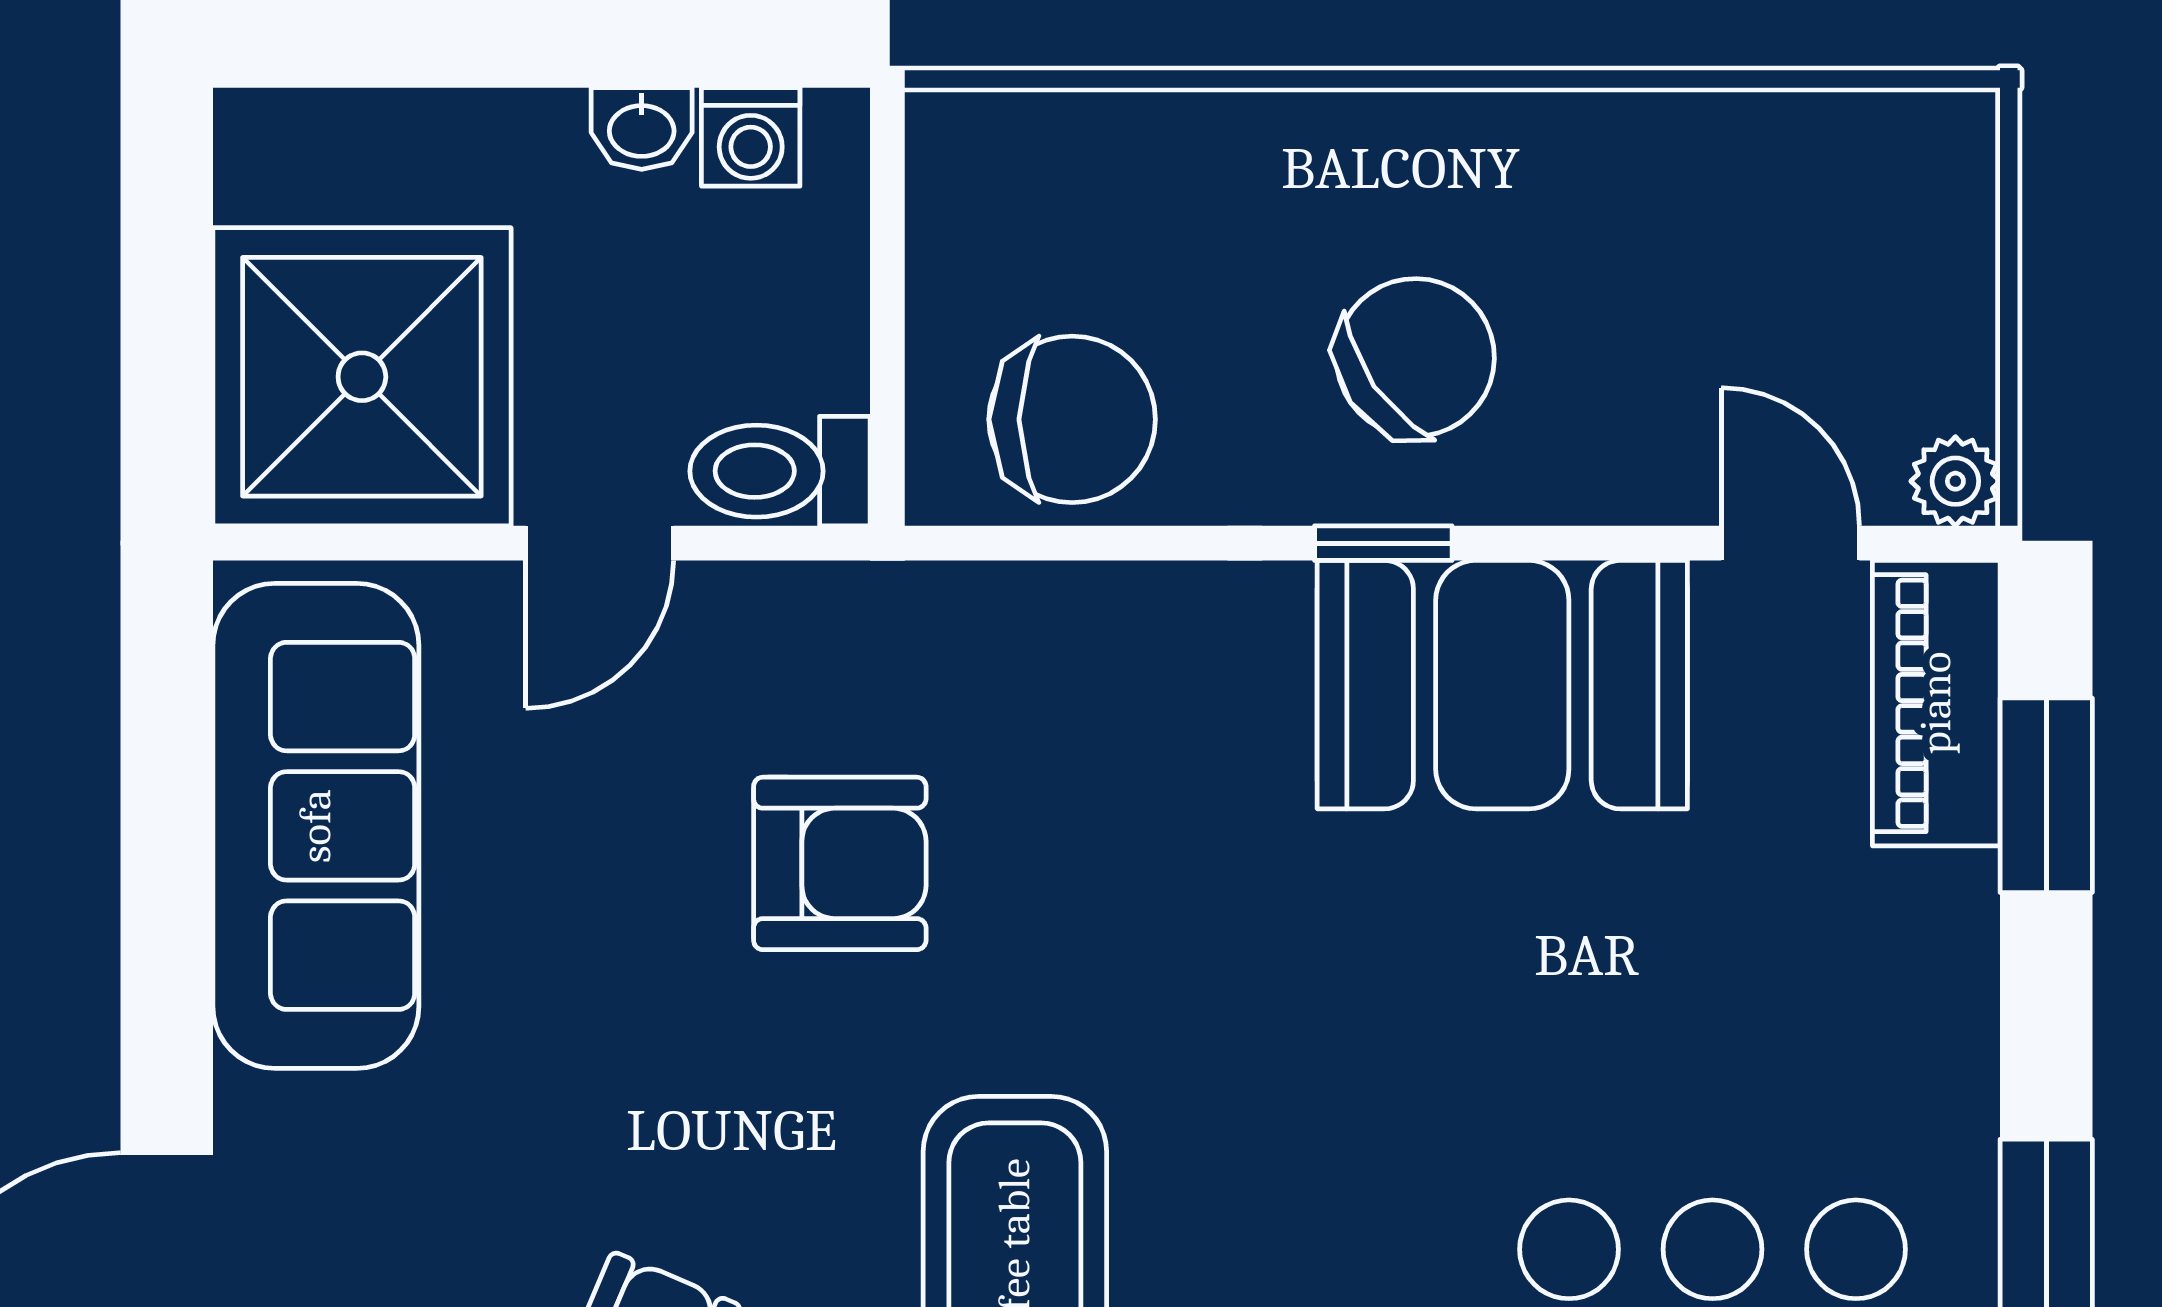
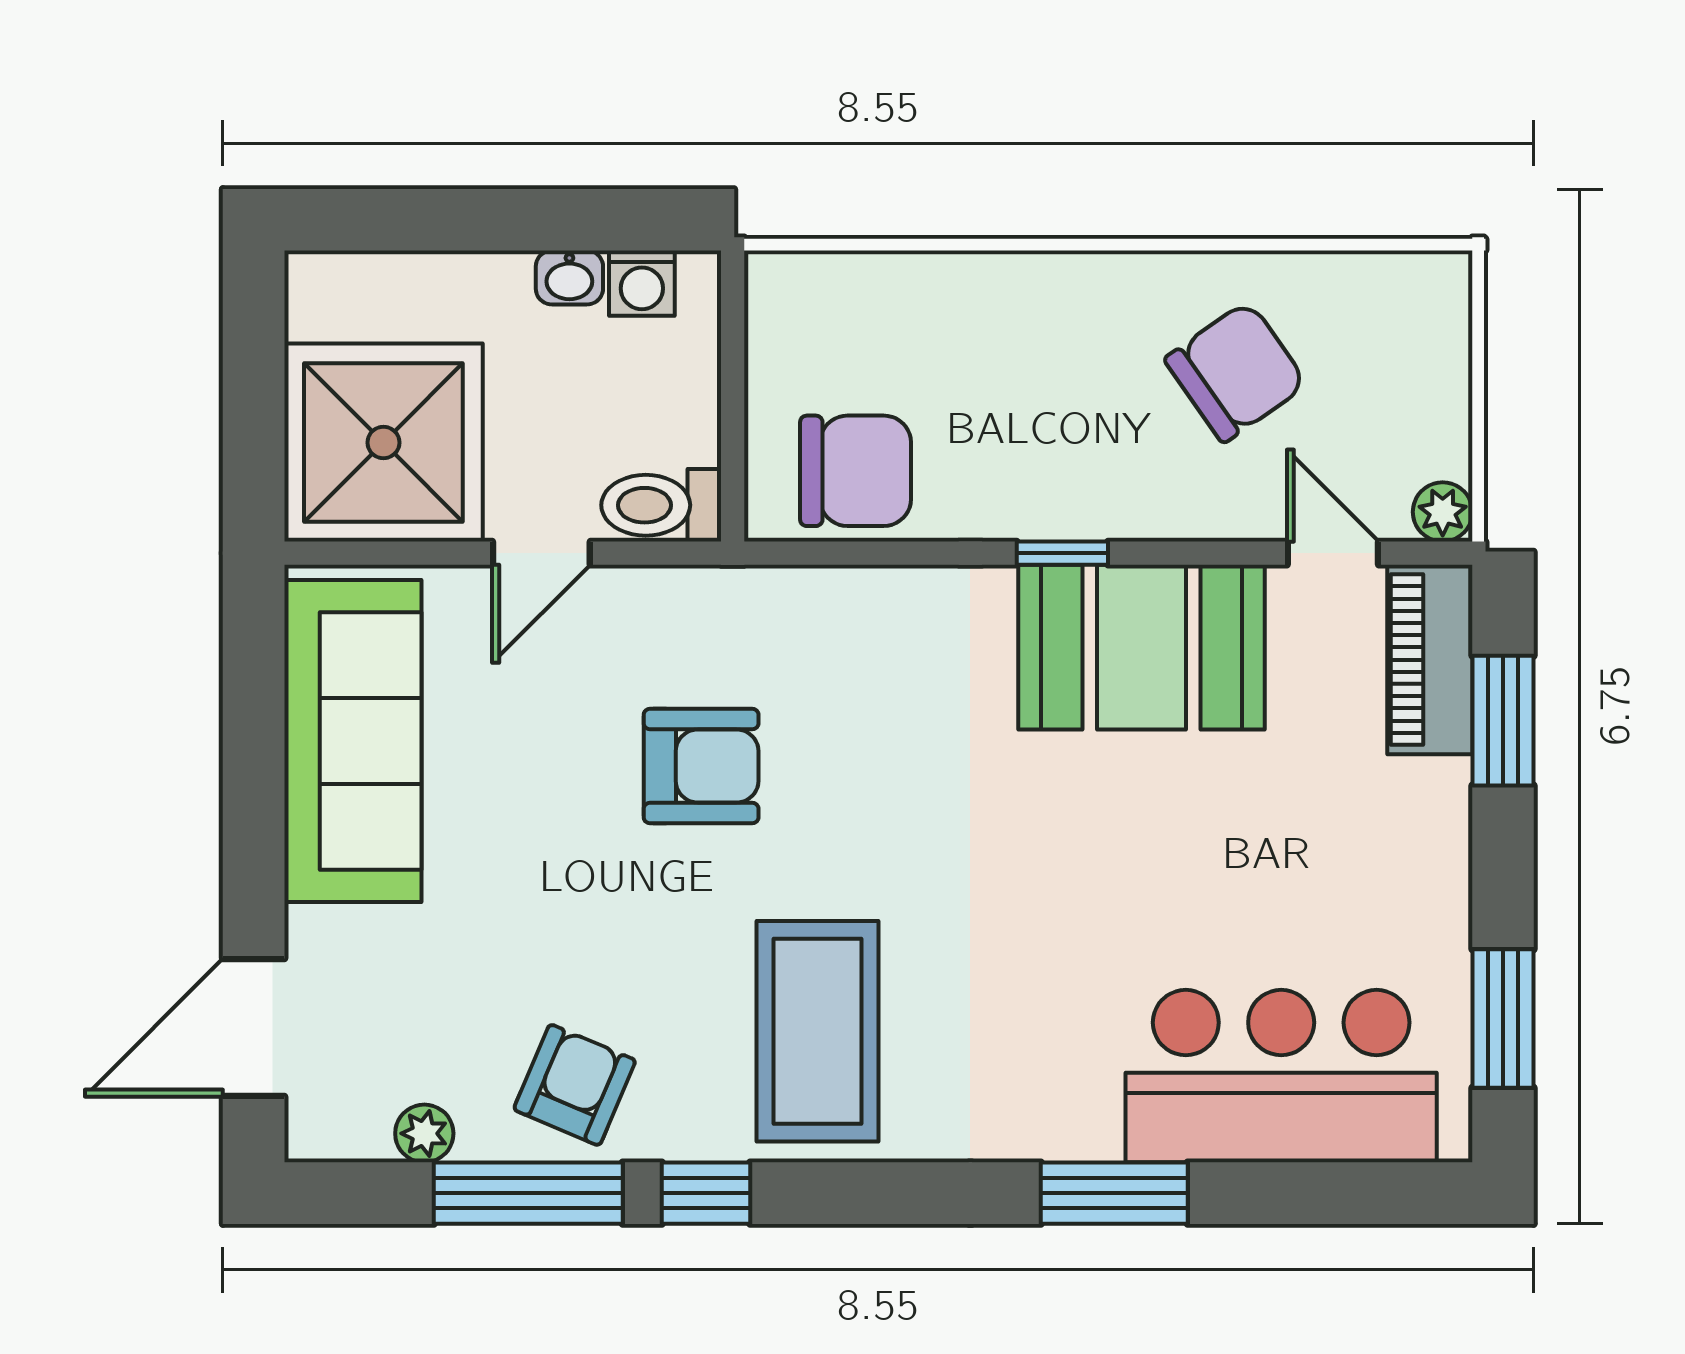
chair: (1415, 357) -> (1236, 372), moved

